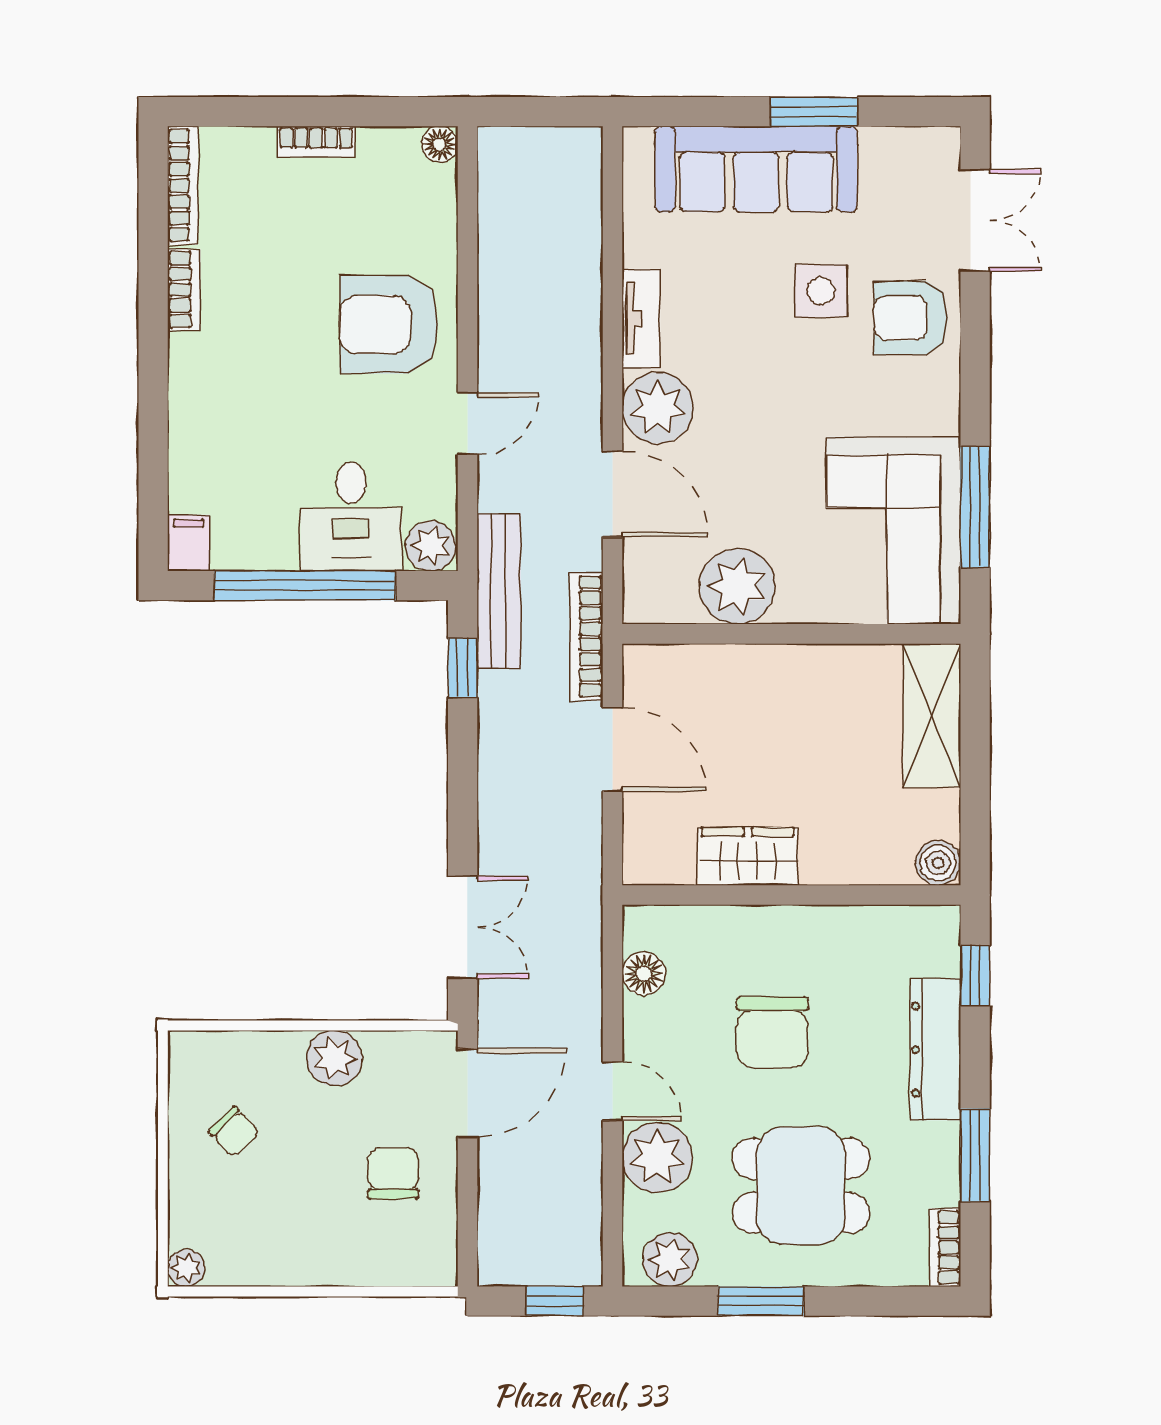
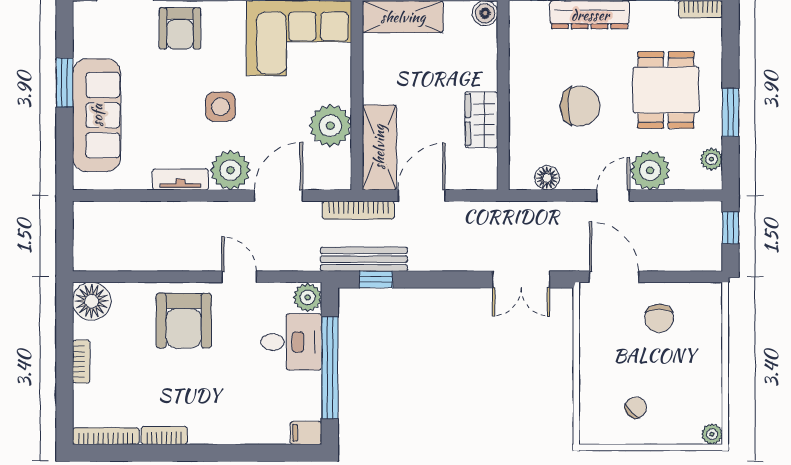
floor lamp: (440, 144) -> (92, 301), width x1.89, depth x1.89
side table: (821, 291) -> (220, 107), moved
bench: (499, 591) -> (364, 259), moved
shelving: (698, 674) -> (379, 147), added
double door: (463, 927) -> (521, 279), swing flipped
plant: (334, 1058) -> (595, 351), removed
chair: (393, 1174) -> (659, 318), turned -90
plant: (670, 1260) -> (711, 159), width x0.73, depth x0.73

